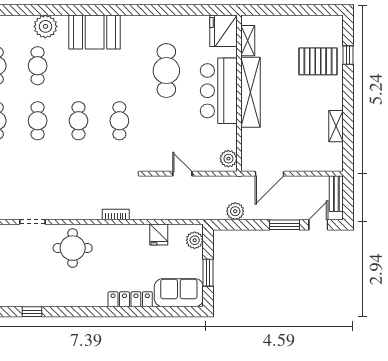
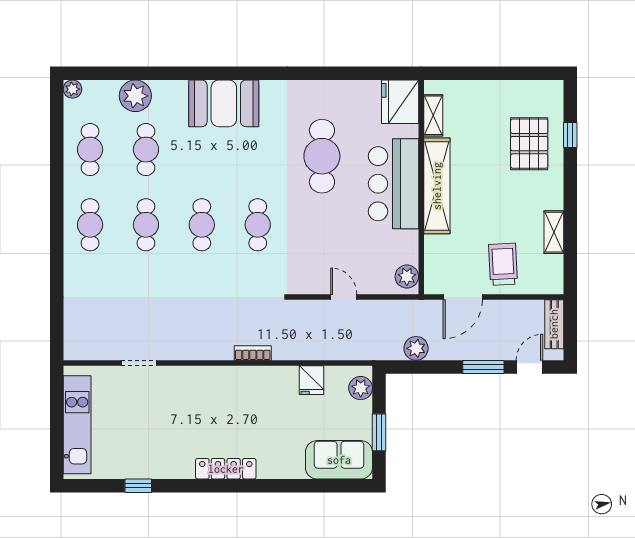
plant: (45, 26) -> (135, 96), moved
pallet: (318, 61) -> (529, 144), turned 90
trolley: (299, 150) -> (503, 264), added
round table: (73, 248) -> (194, 399), removed
locker: (130, 299) -> (226, 469), moved

